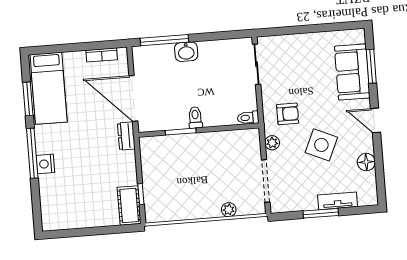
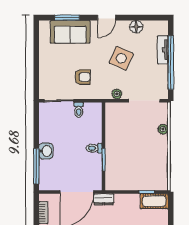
armchair: (288, 114) -> (83, 77), moved, turned 90
toilet: (248, 118) -> (79, 110), moved
window: (321, 213) -> (171, 63), width x2.11

